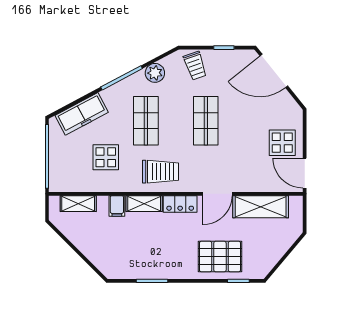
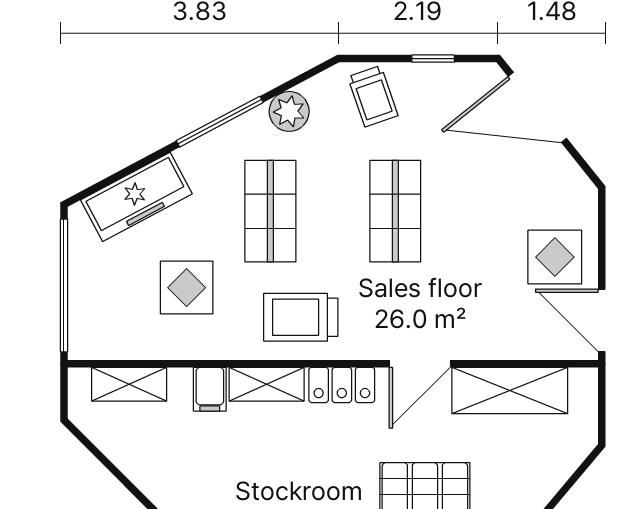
trolley: (160, 172) -> (301, 317), turned 180

